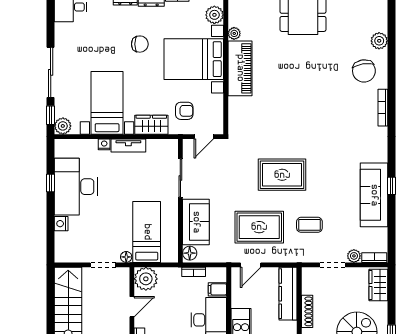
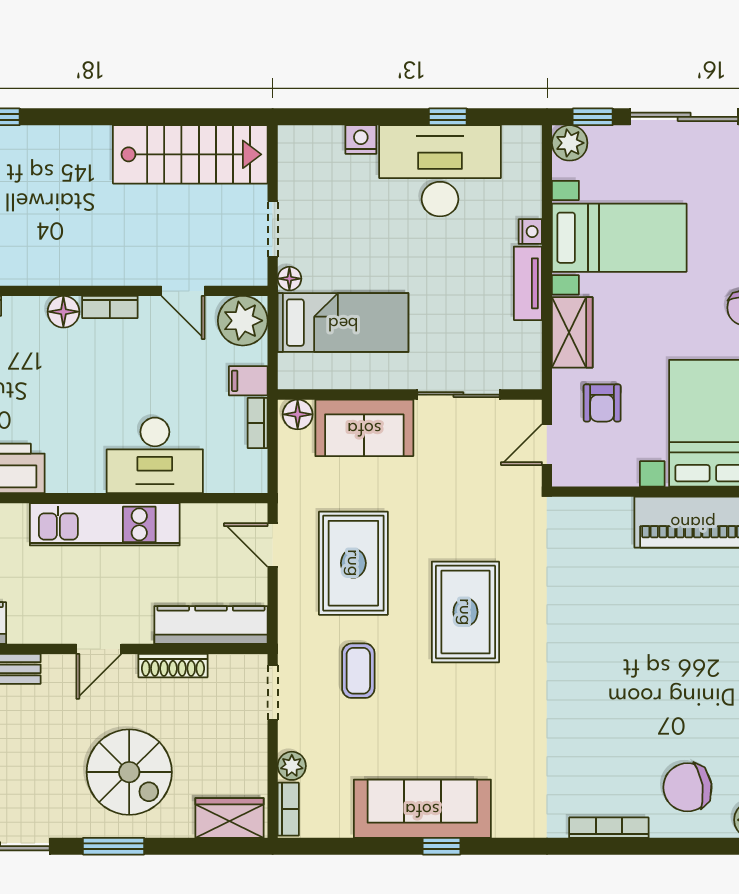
door: (204, 137) -> (547, 445), hinge flipped
doorway: (332, 265) -> (273, 693), moved
filing cabinet: (217, 289) -> (248, 381), moved, turned -90

